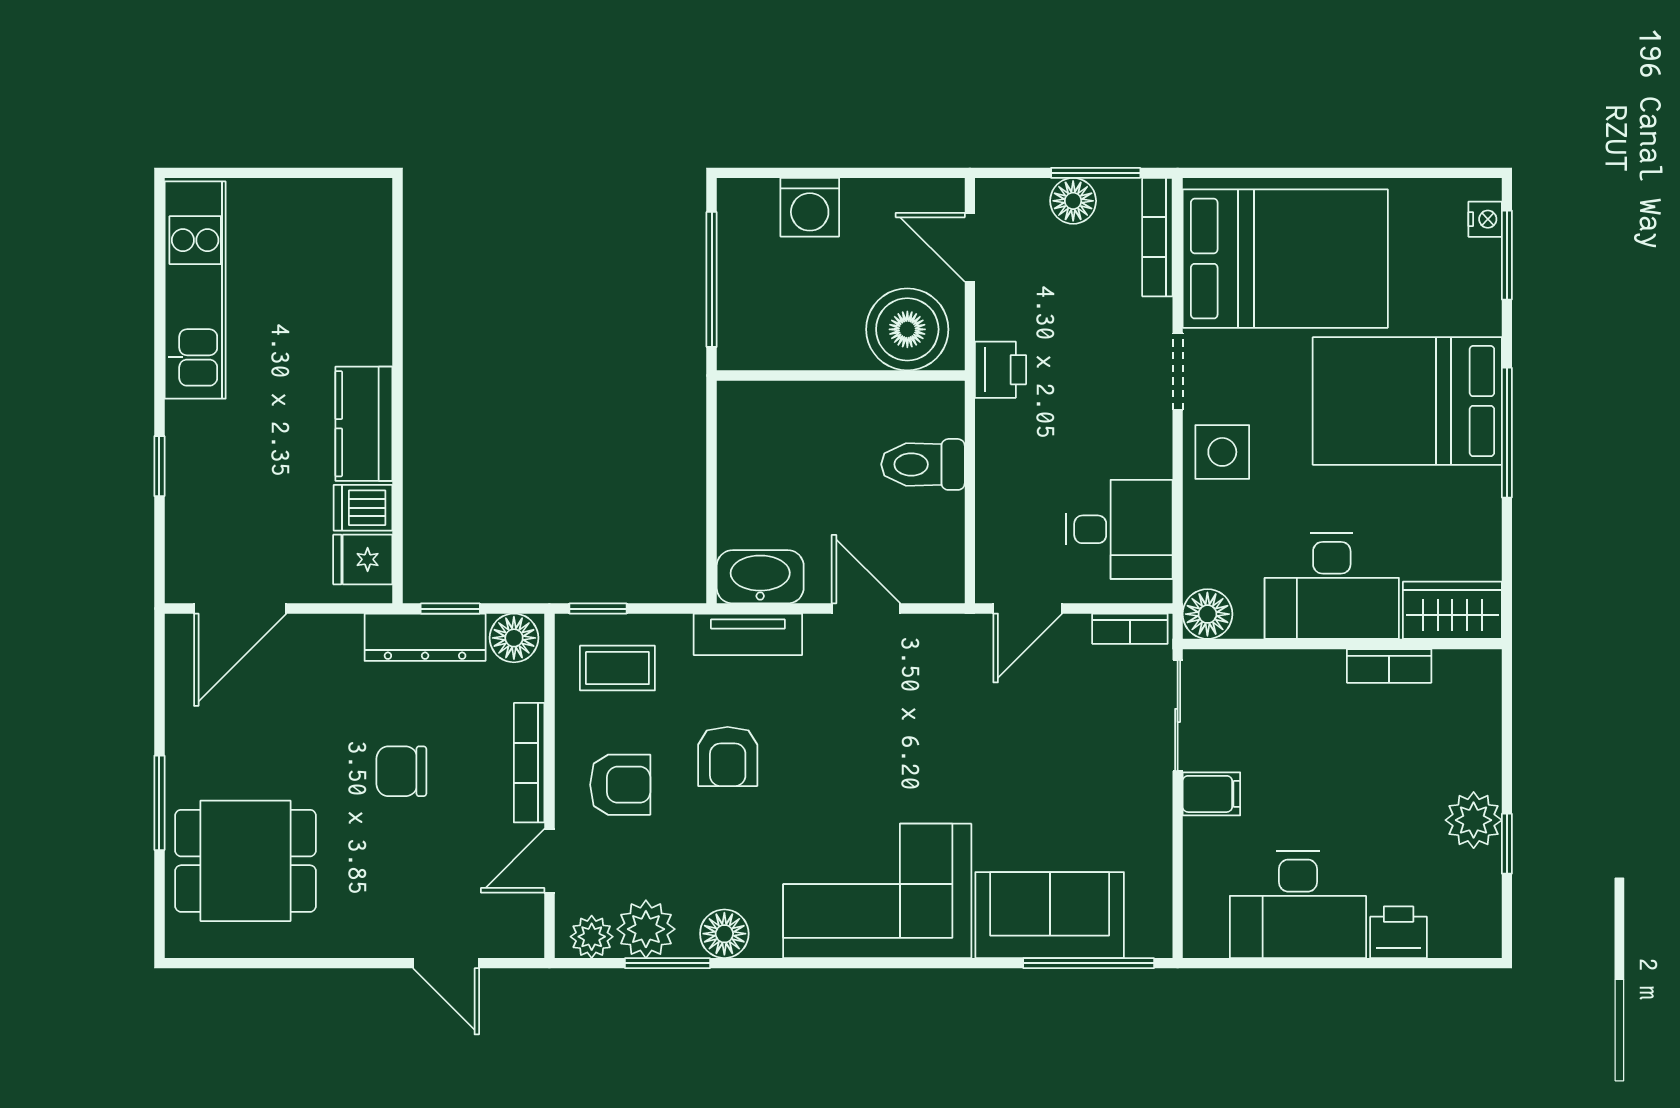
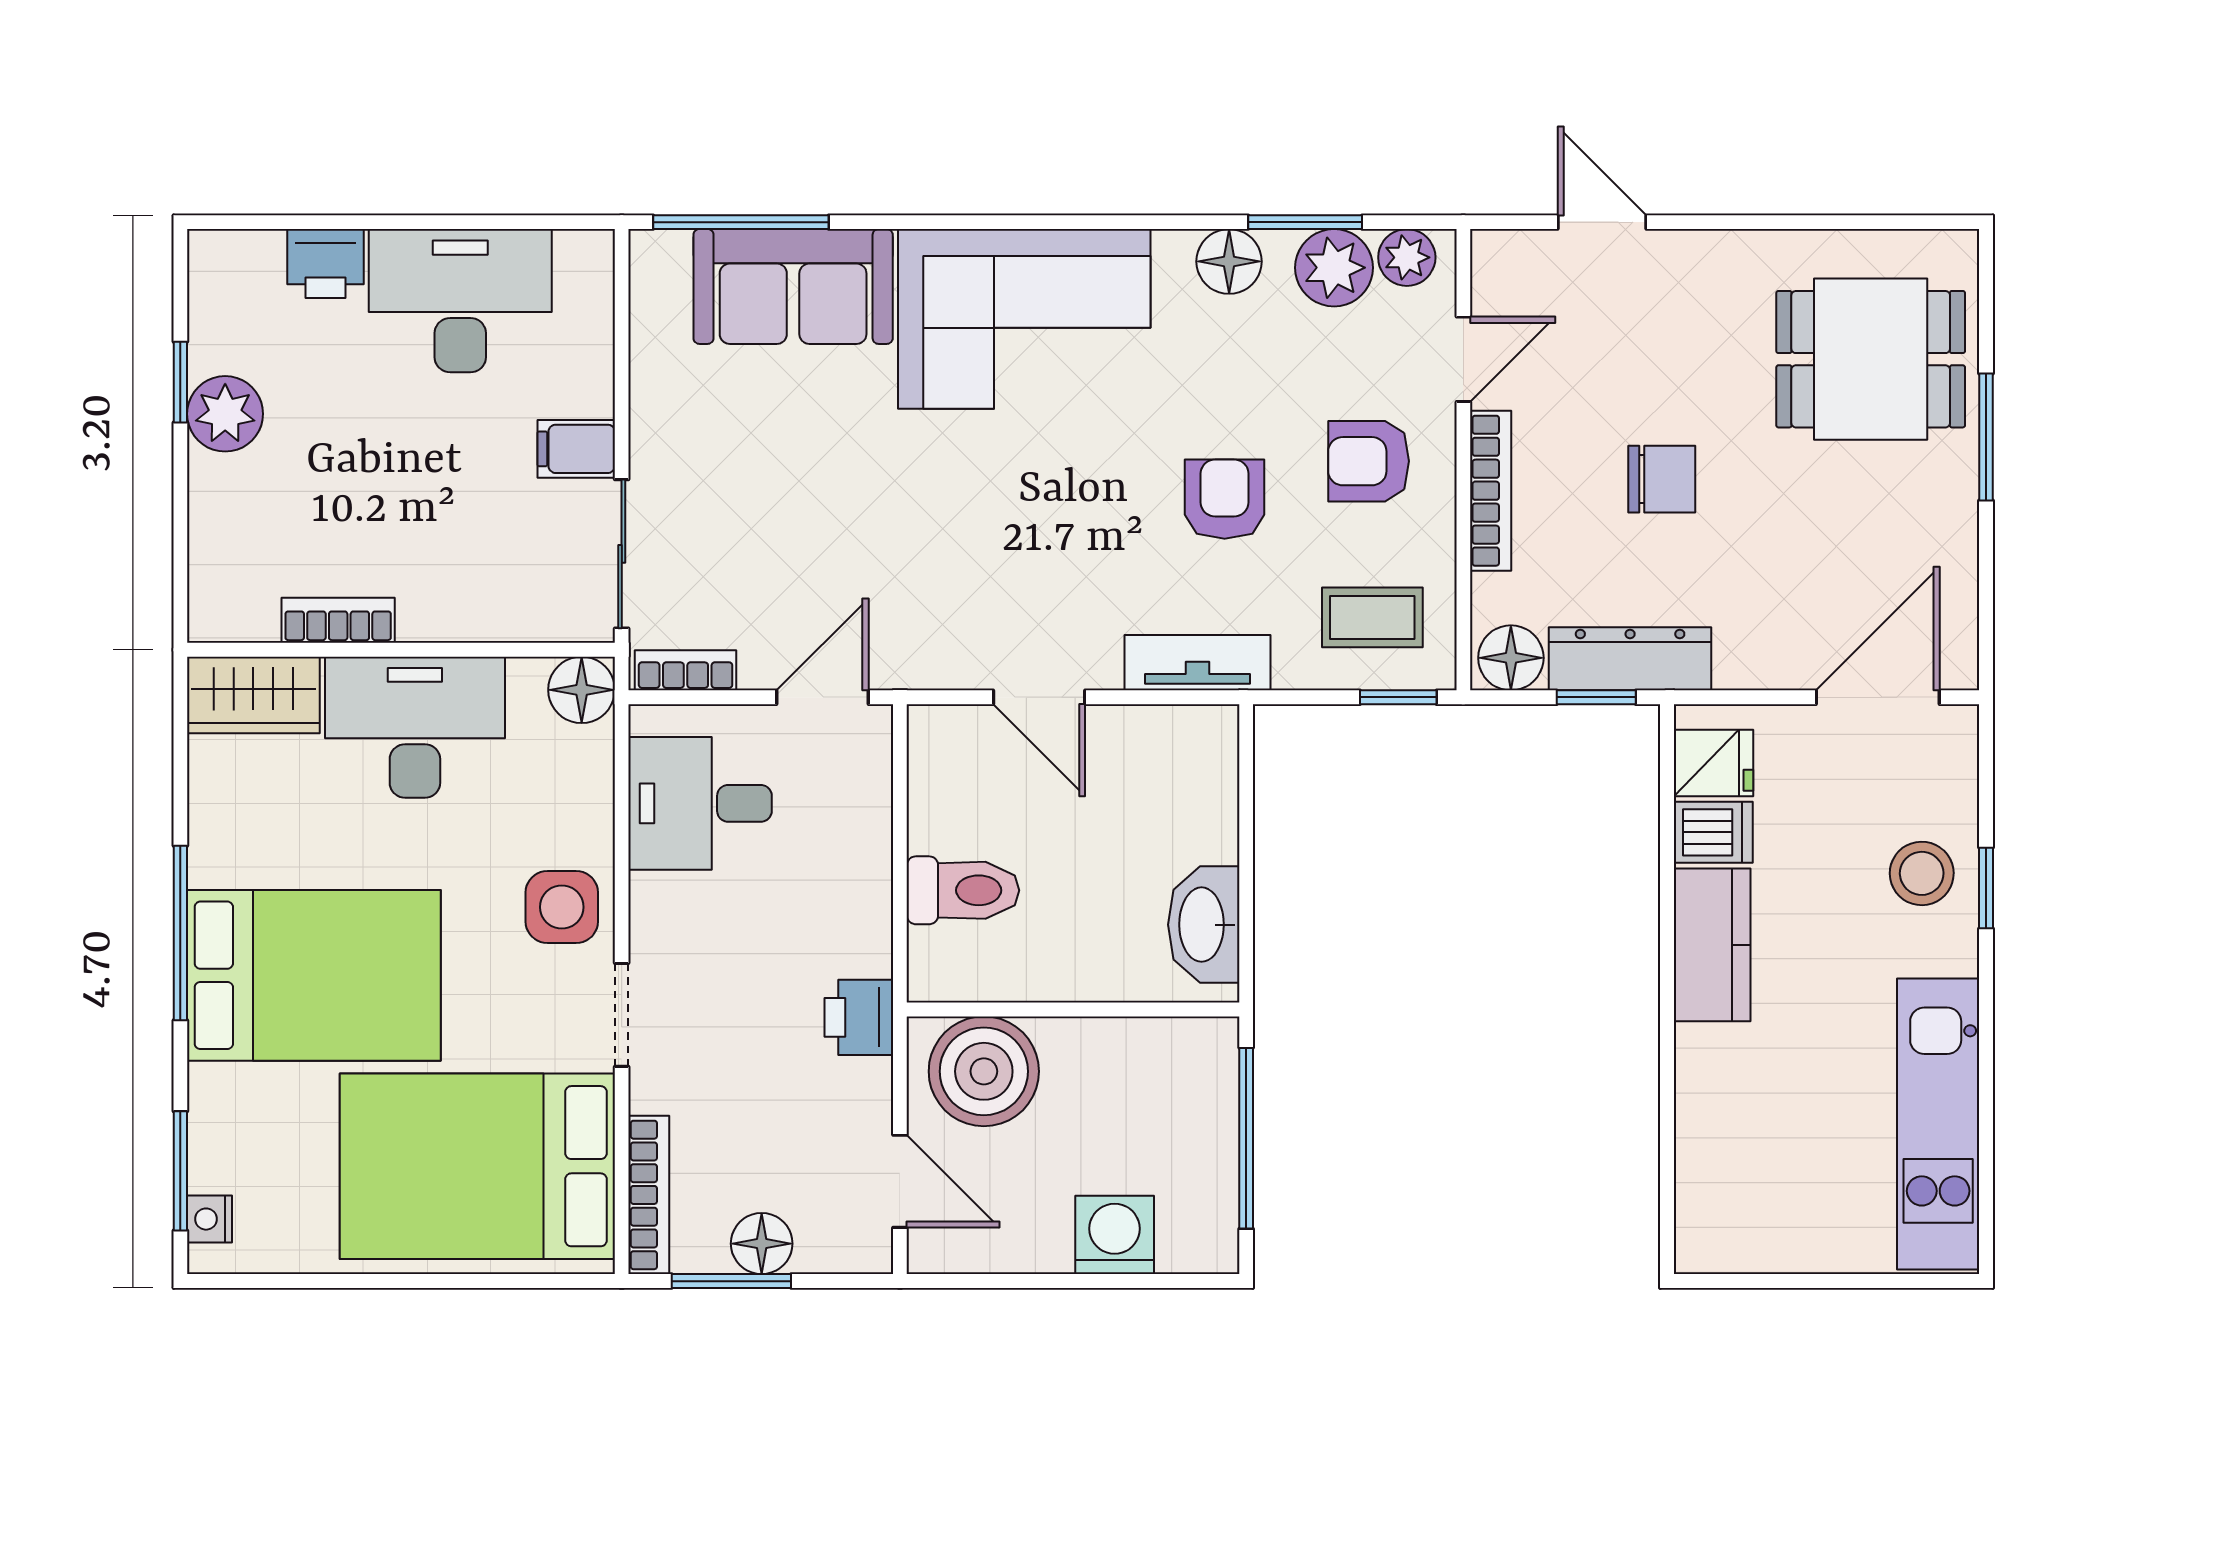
stool: (207, 477) -> (1922, 873), added
washbasin: (760, 577) -> (1204, 925), moved, turned 90

